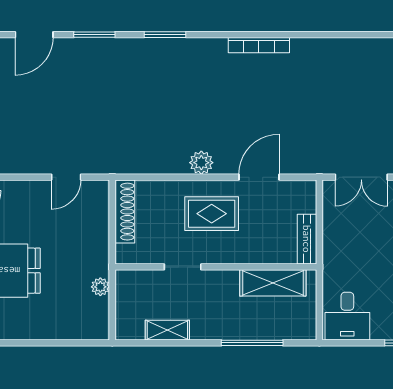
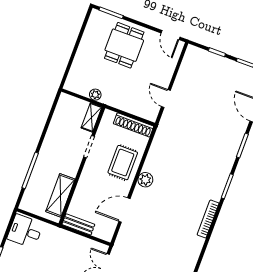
bookcase: (259, 45) -> (208, 219), moved
door: (259, 177) -> (124, 210), swing flipped
rug: (212, 214) -> (123, 163), moved
shelving: (167, 330) -> (91, 117), moved

